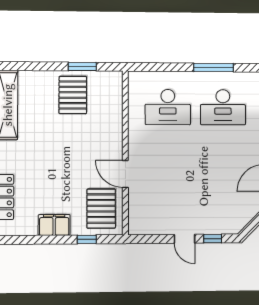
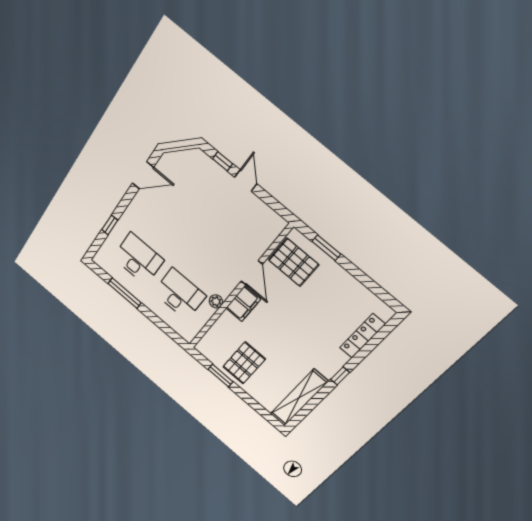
plant: (135, 127) -> (216, 301), added
pallet: (101, 209) -> (293, 262), turned 90
filing cabinet: (54, 225) -> (243, 304), moved, turned -90
window: (87, 239) -> (326, 248), width x1.50

